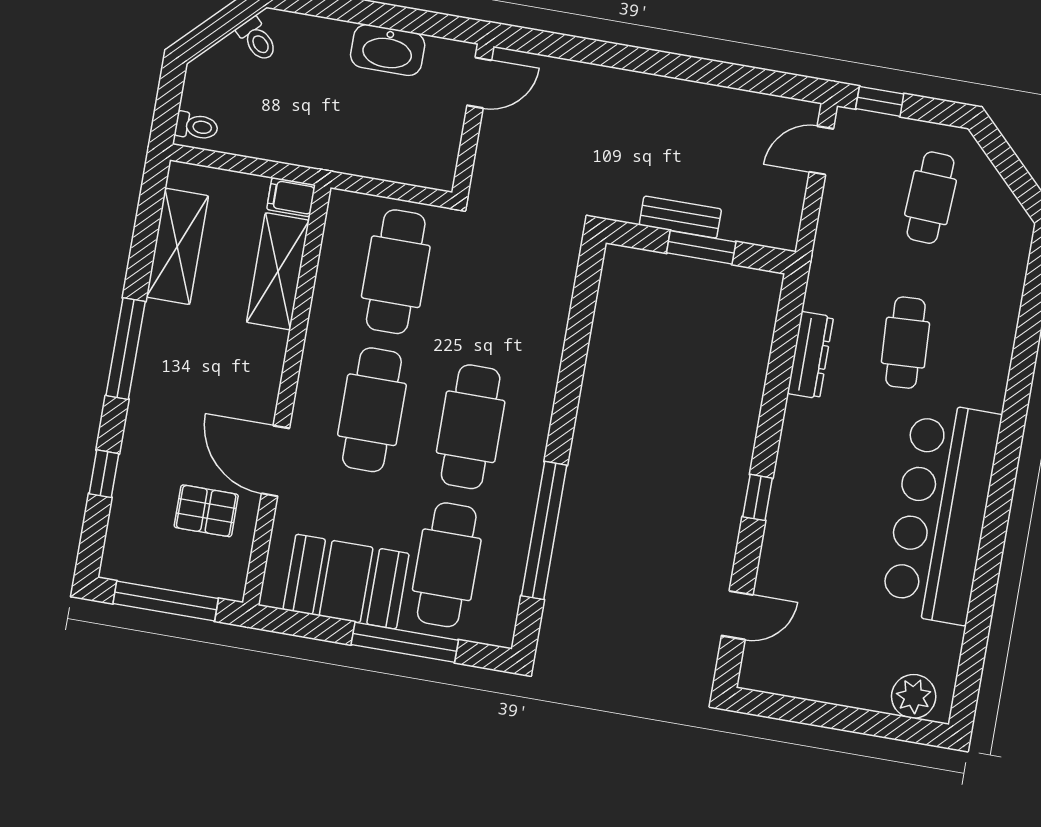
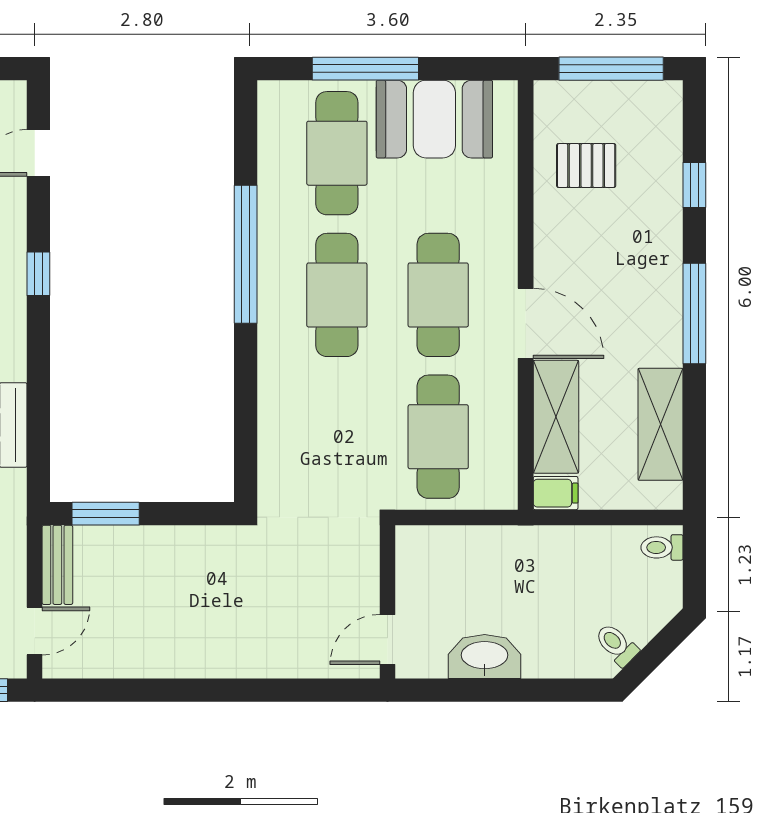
bench: (680, 217) -> (57, 565), moved, turned 90
window: (701, 247) -> (106, 514), moved
door: (275, 461) -> (526, 323), moved
window: (544, 530) -> (246, 254), moved

